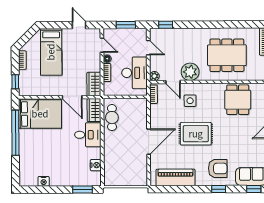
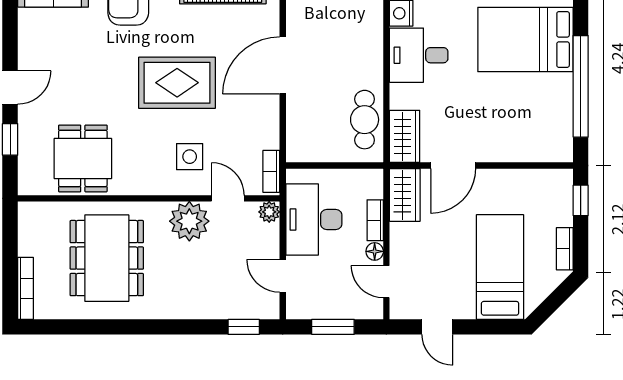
dining table: (227, 55) -> (107, 258), turned 90
door: (72, 97) -> (453, 166), swing flipped
bed: (40, 114) -> (525, 39), moved
desk: (88, 135) -> (419, 55), moved

